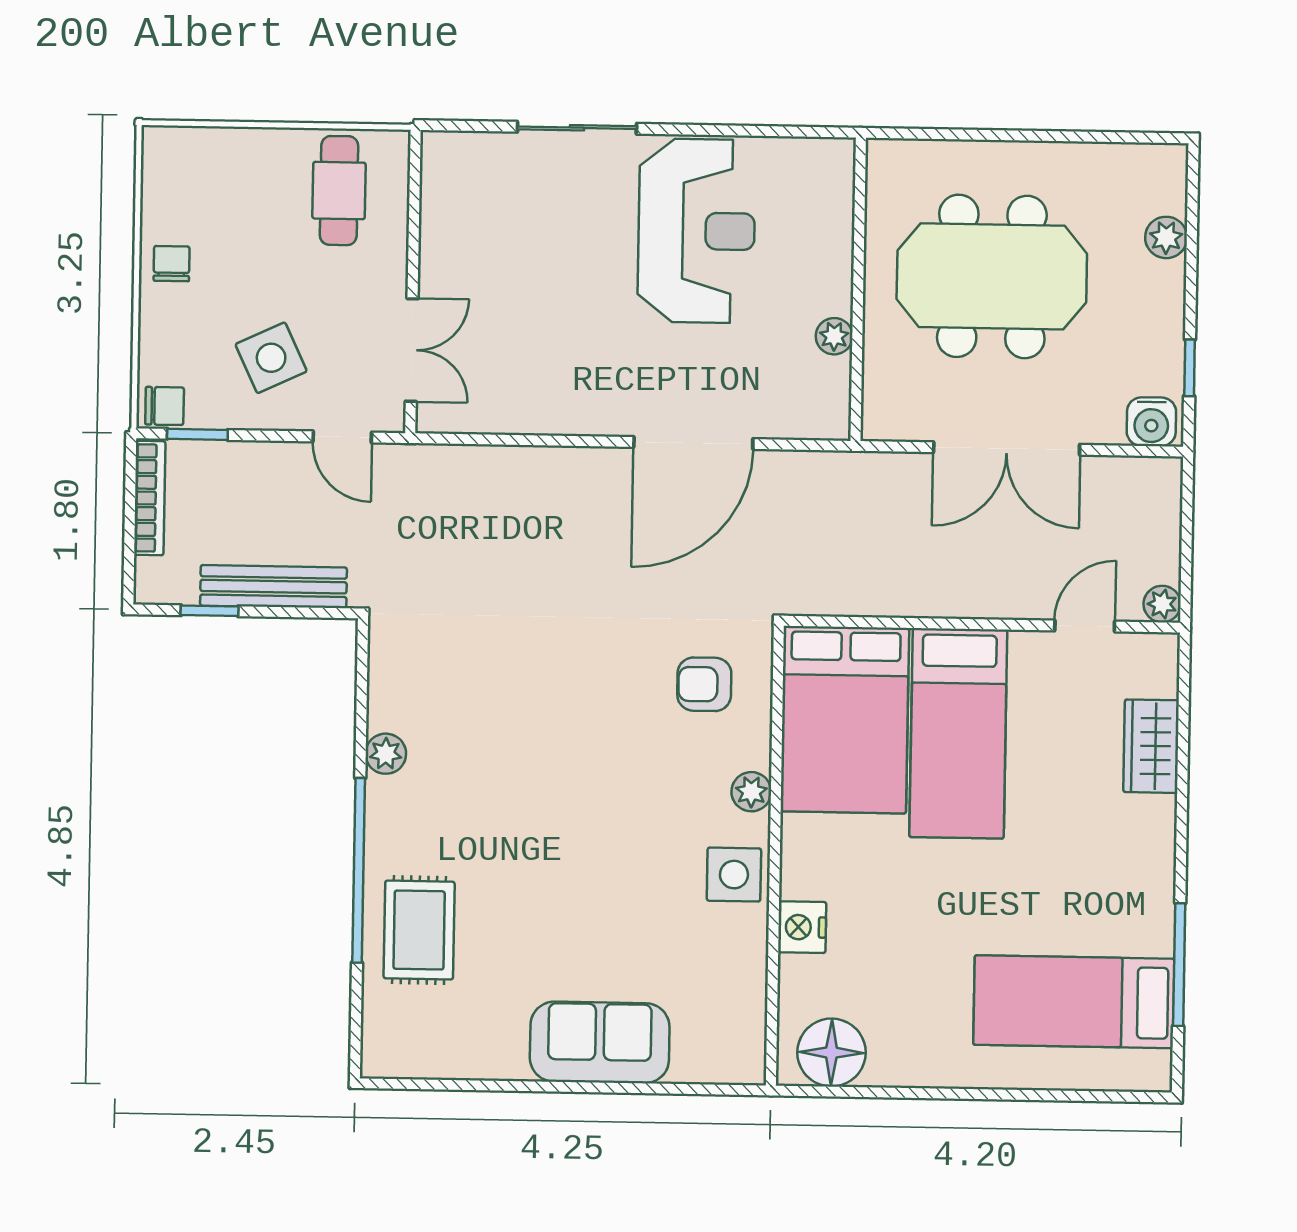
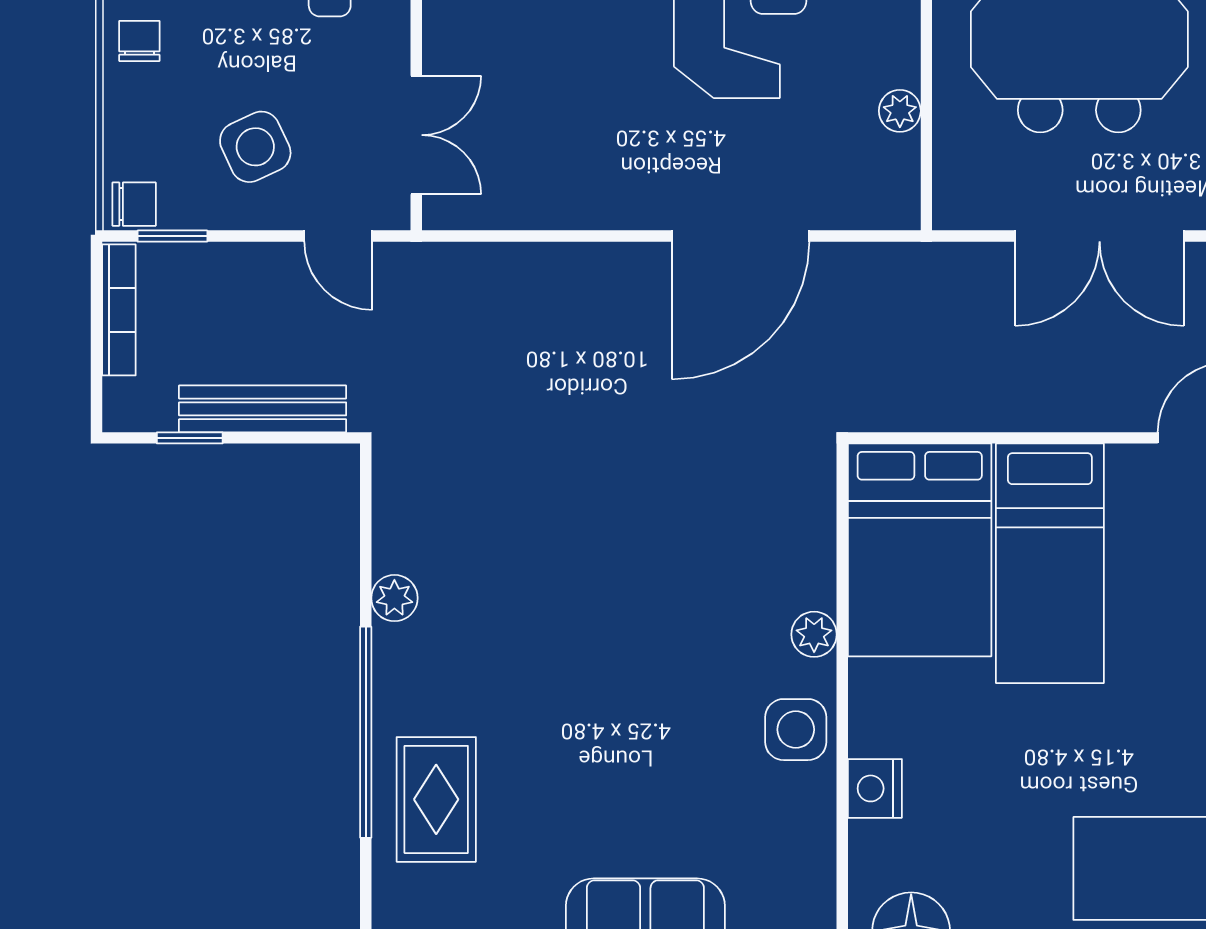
armchair: (704, 684) -> (758, 512), removed

